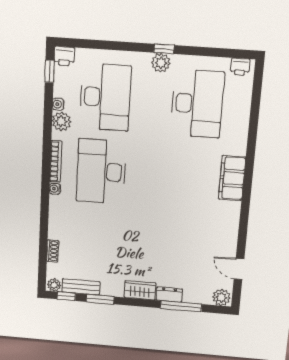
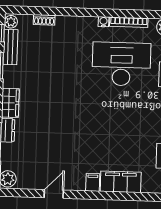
filing cabinet: (231, 209) -> (93, 182), added
door: (239, 269) -> (54, 194), moved

